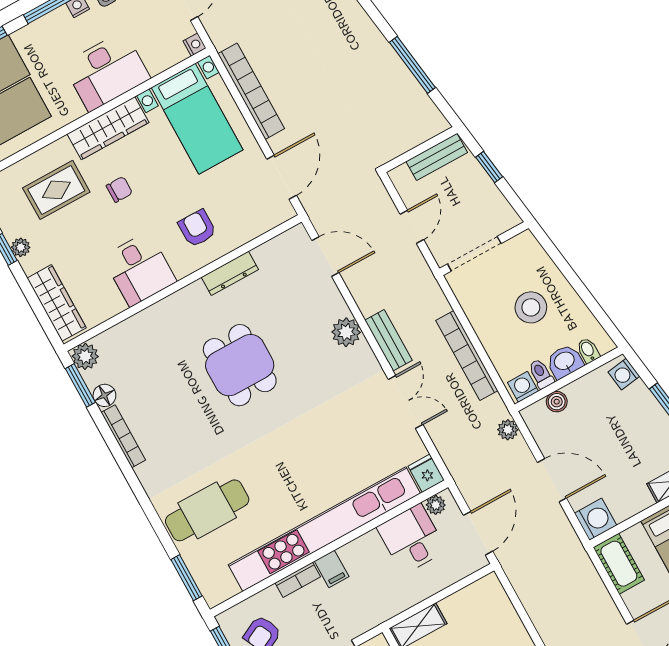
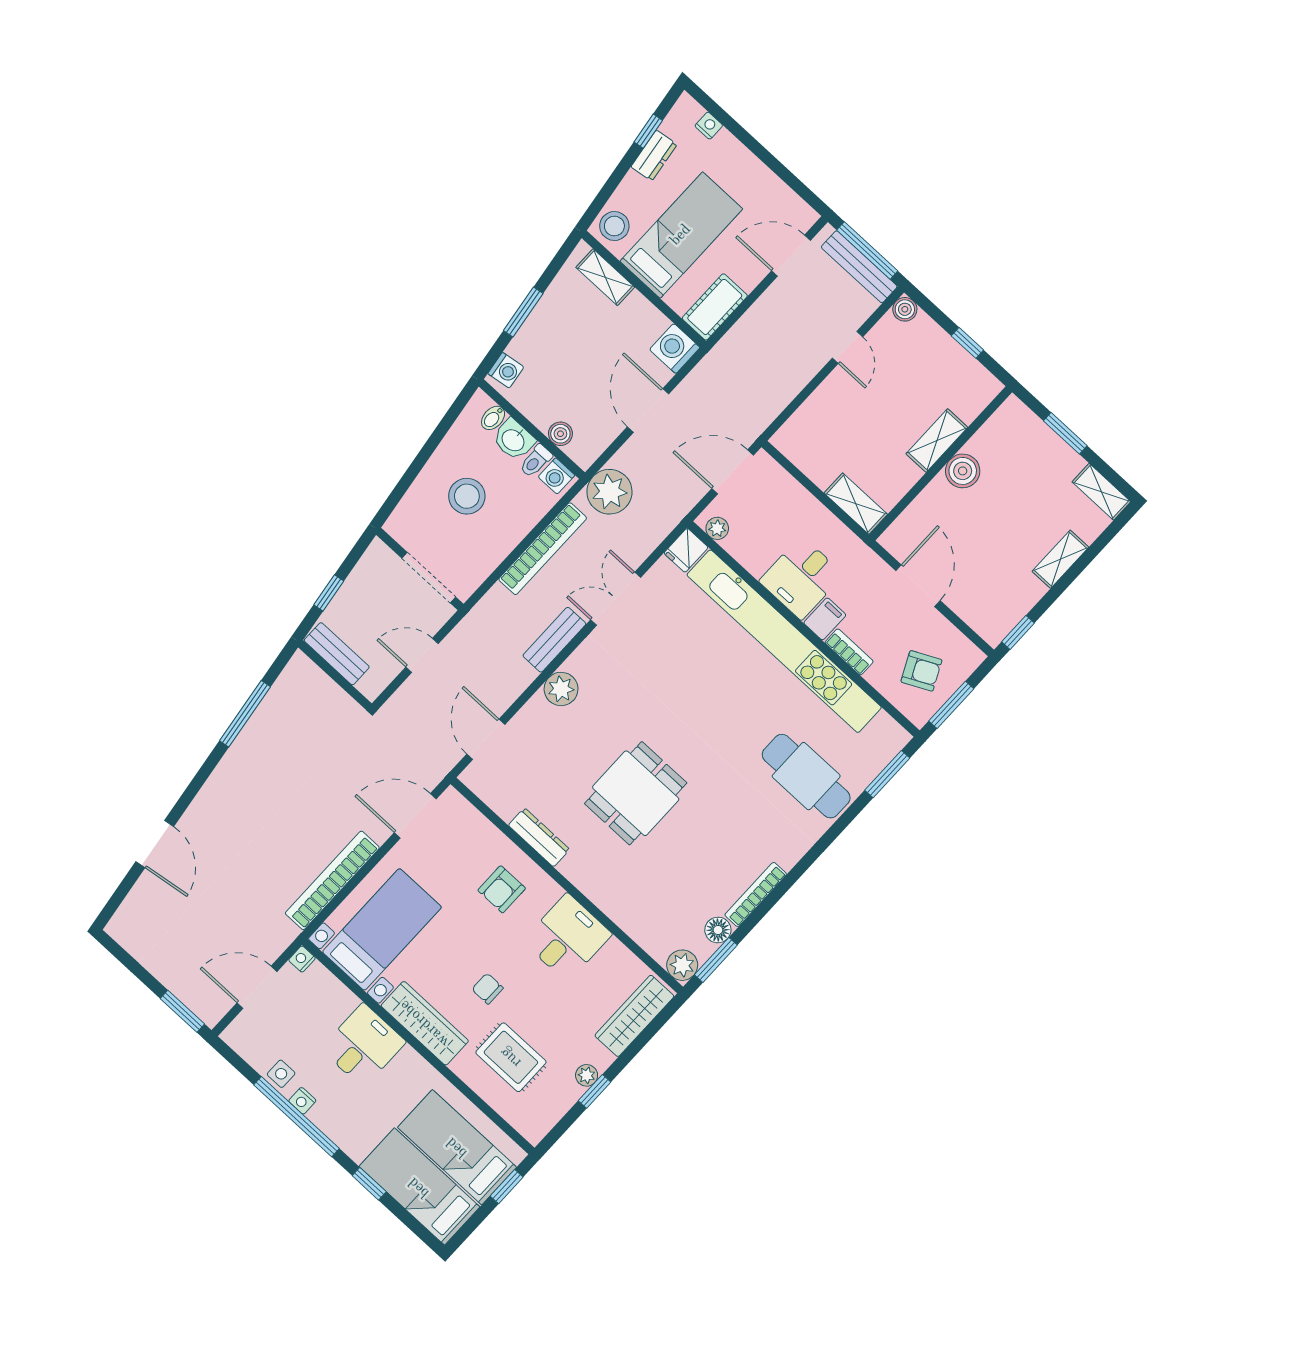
desk: (107, 71) -> (363, 1045), width x0.73
plant: (508, 430) -> (609, 492), width x1.88, depth x1.88
desk: (412, 539) -> (801, 578), moved

